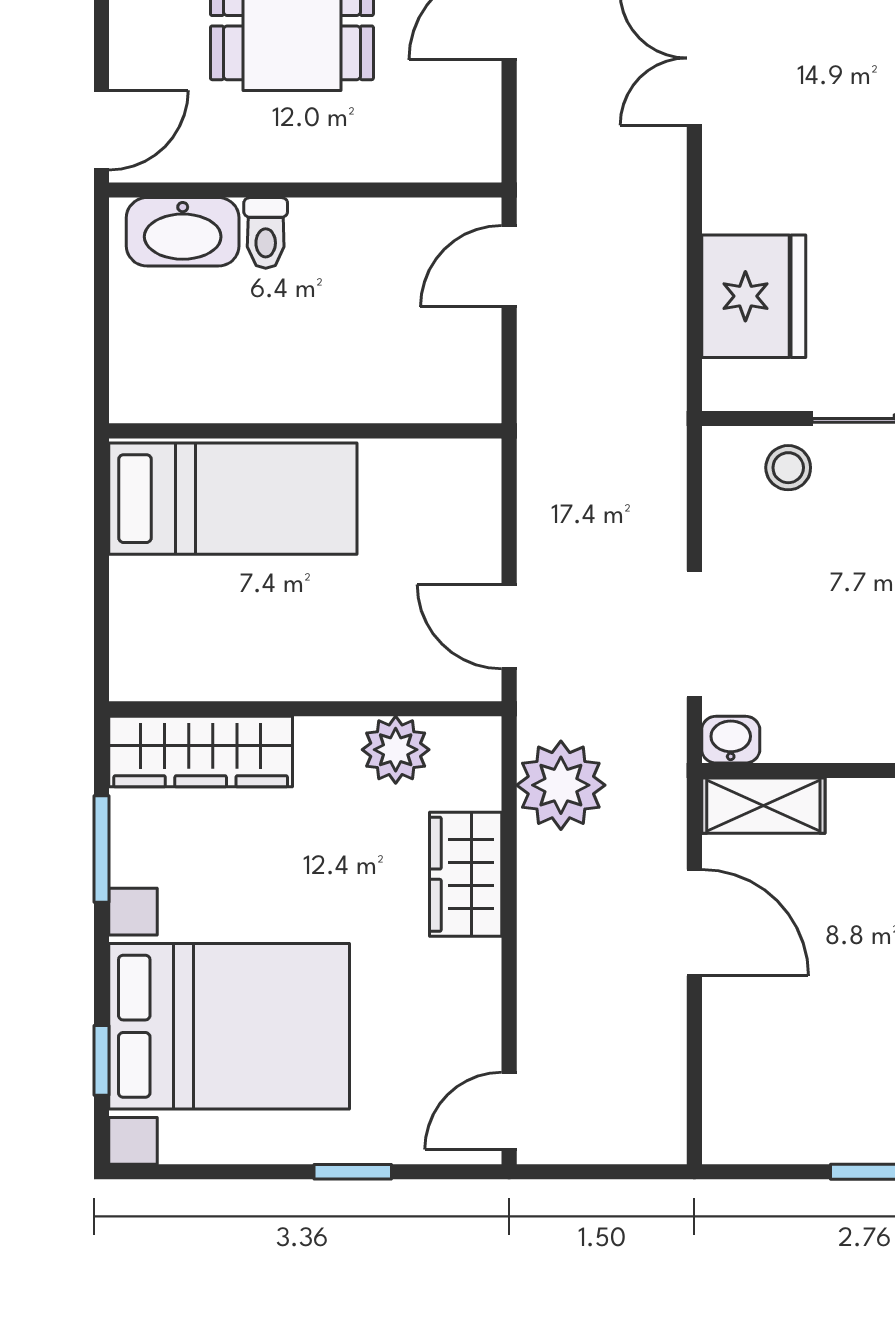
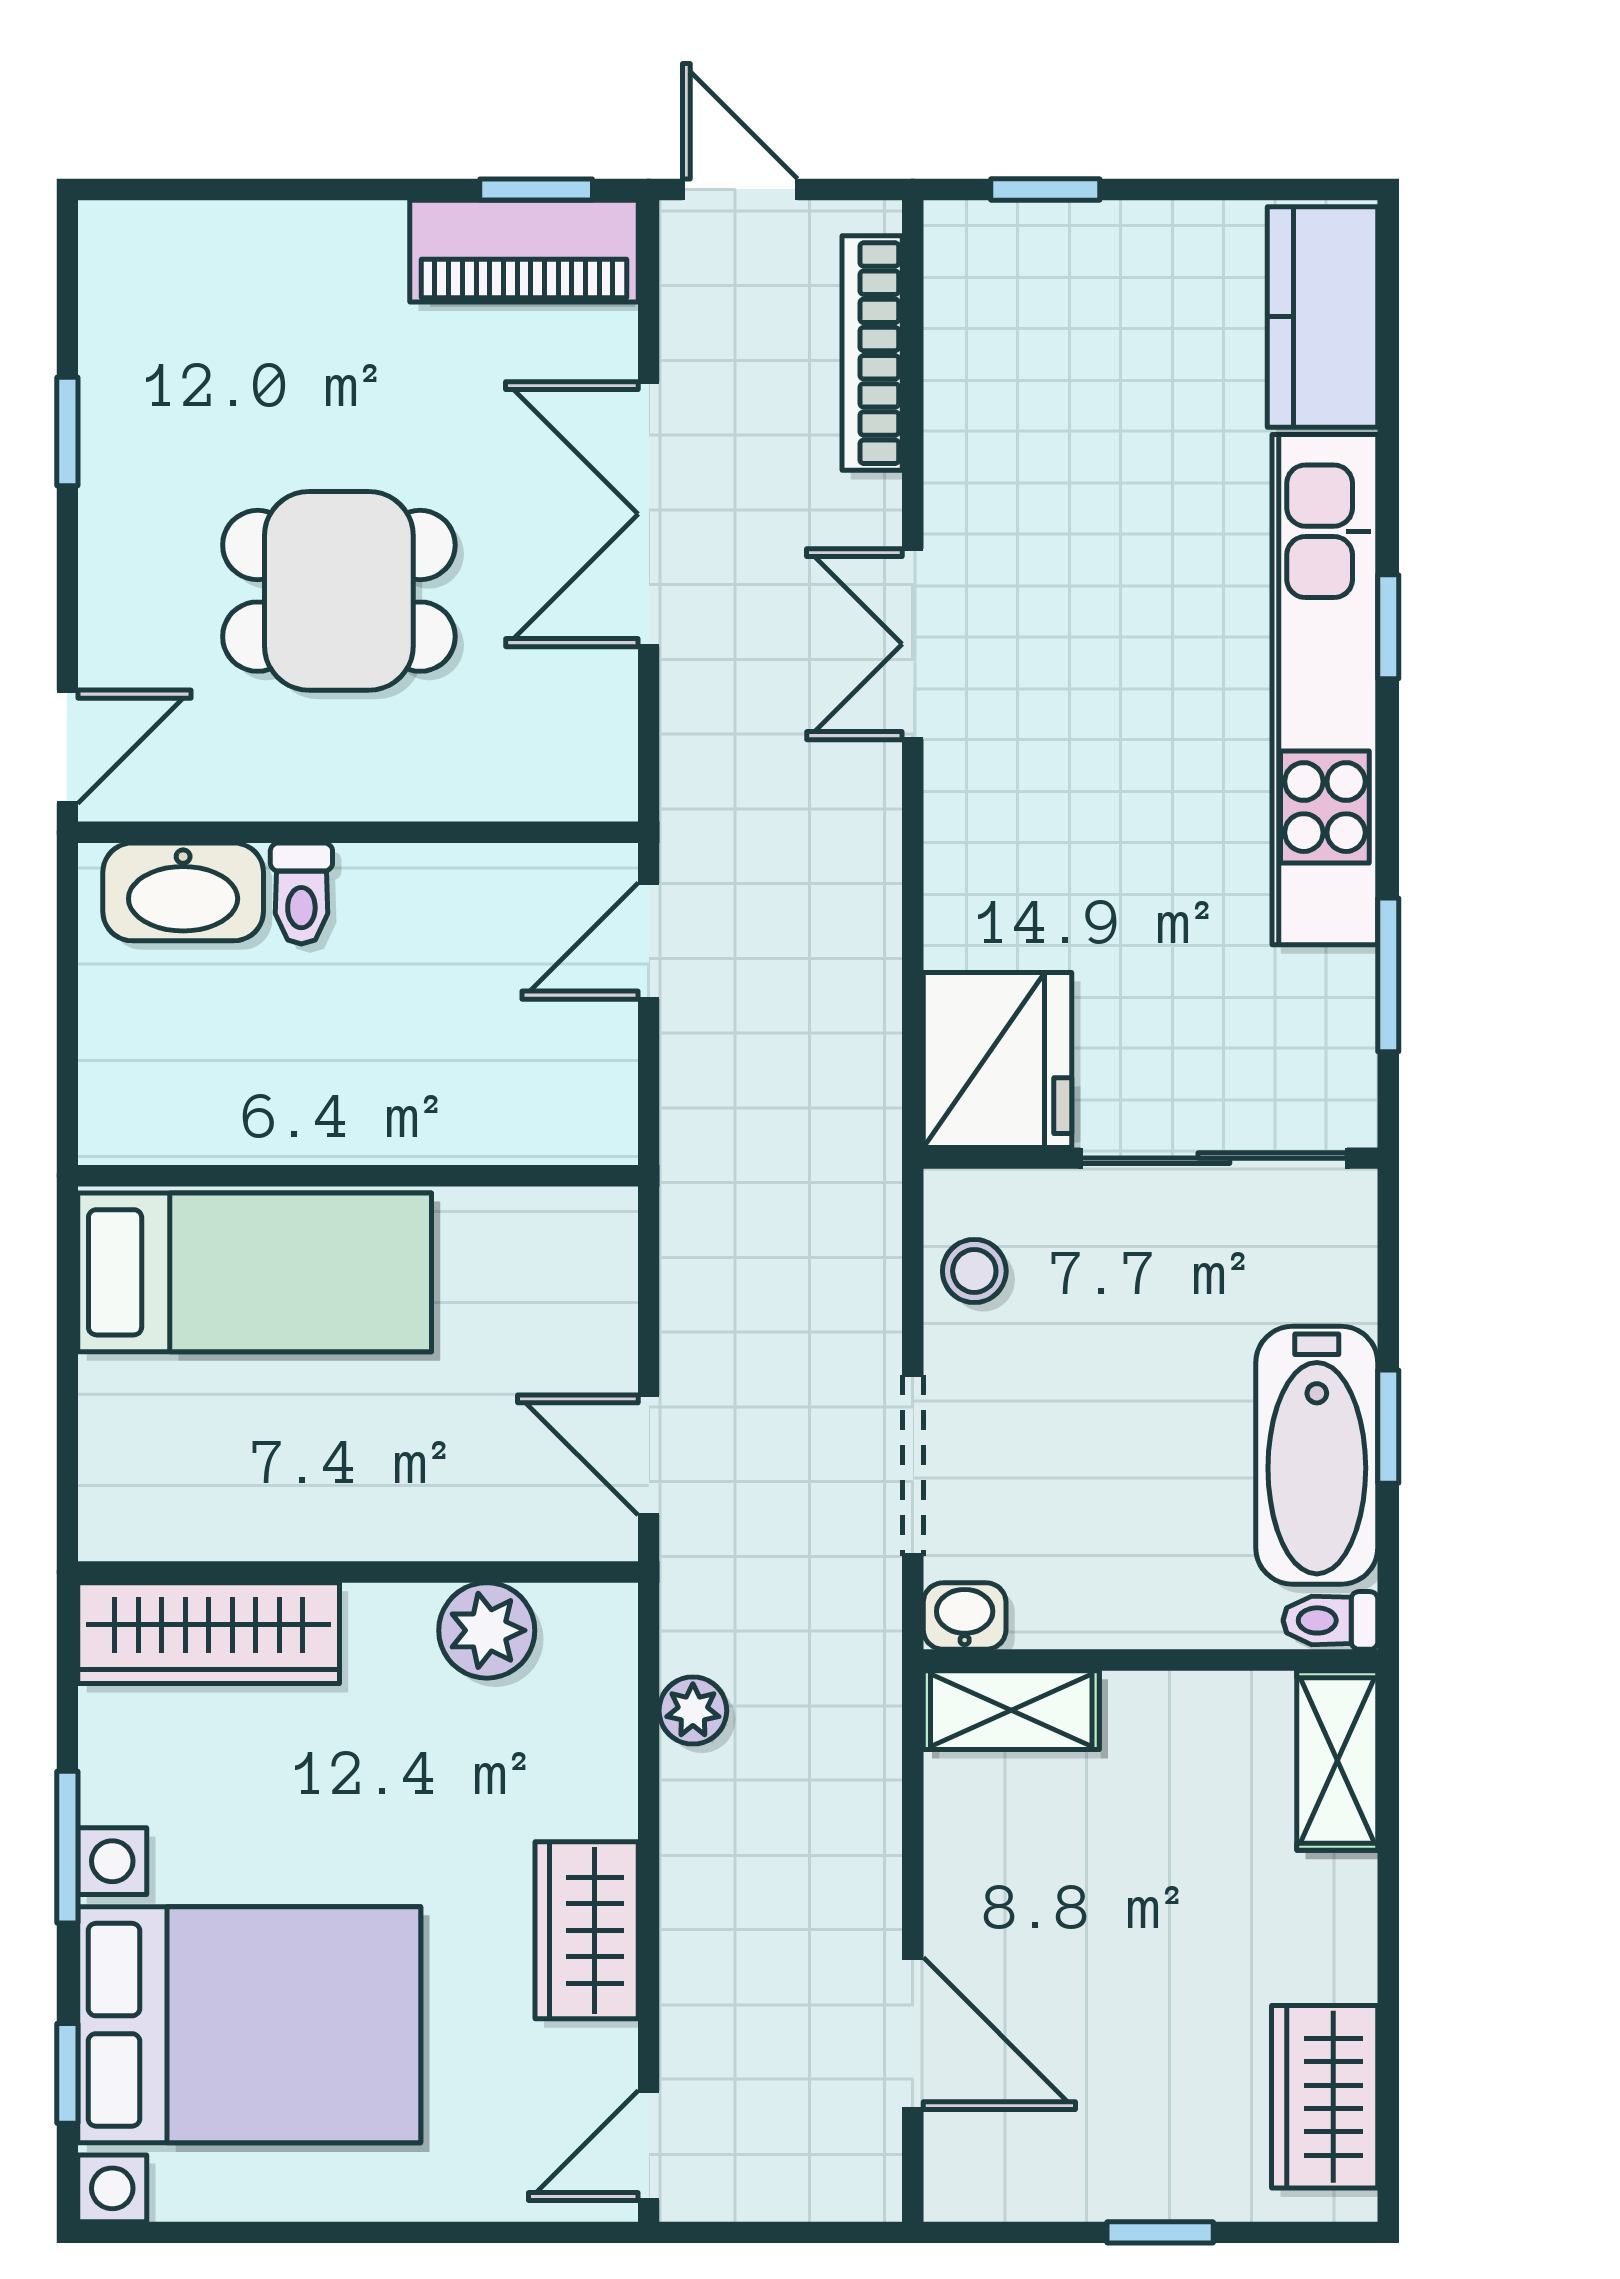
fridge: (754, 296) -> (997, 1060), moved
stool: (788, 468) -> (974, 1271), moved
plant: (561, 785) -> (693, 1711), width x0.53, depth x0.53
window: (102, 849) -> (67, 1847), moved
wardrobe: (466, 874) -> (587, 1930), moved
door: (694, 923) -> (913, 2033), moved
window: (353, 1172) -> (426, 2232), removed

